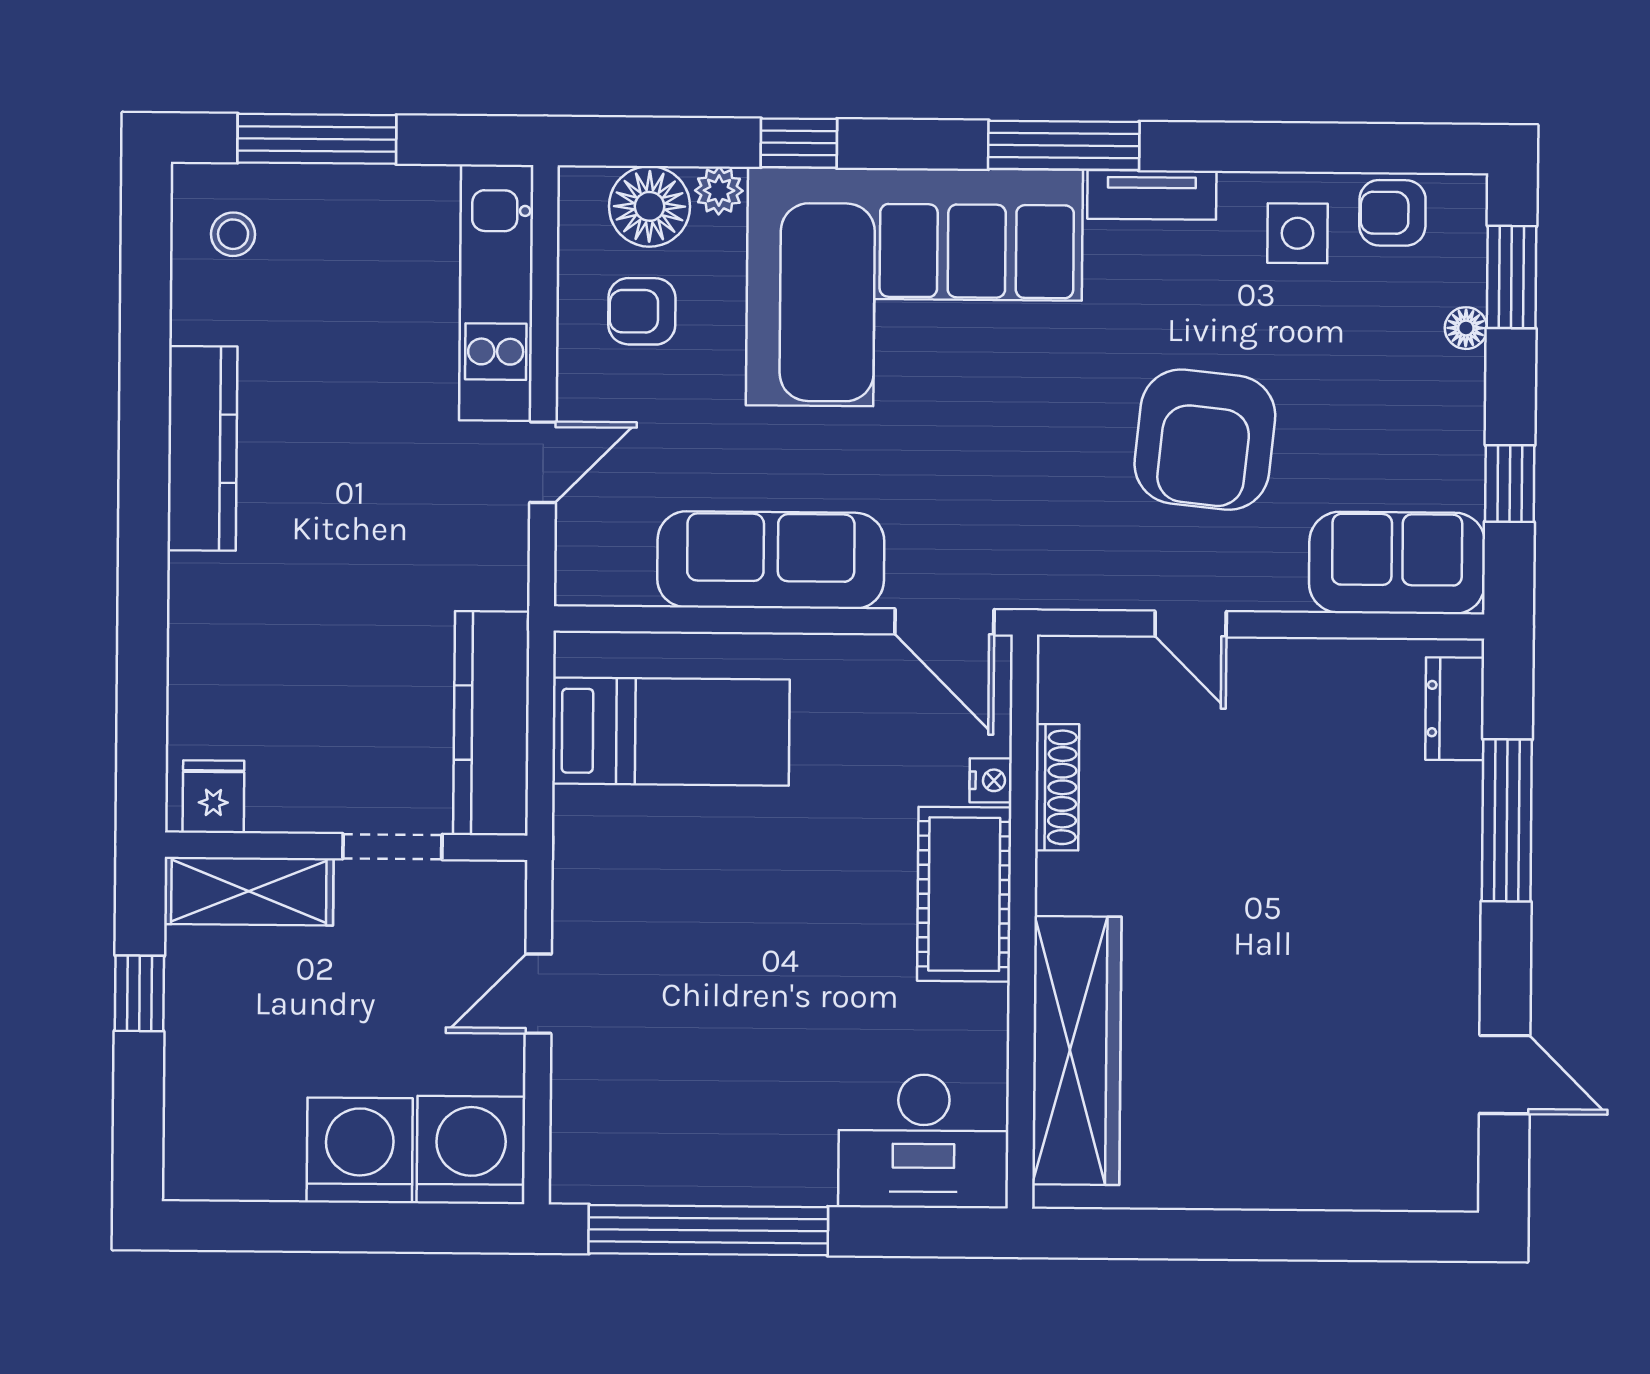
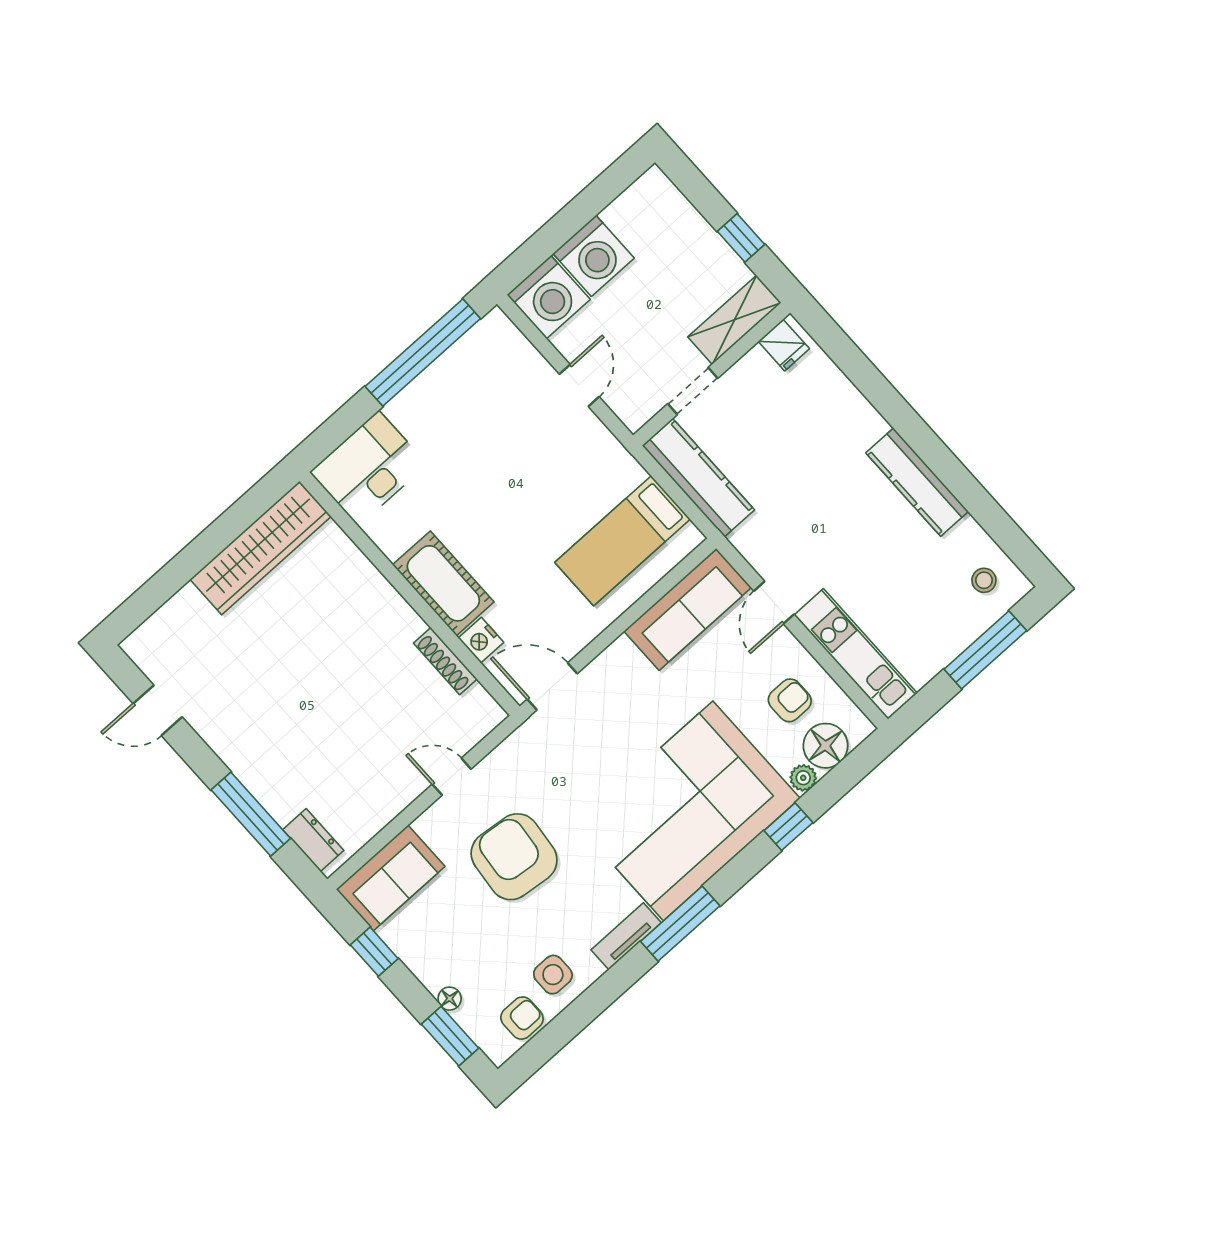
sofa: (771, 560) -> (688, 609), moved
nightstand: (991, 780) -> (481, 640), width x1.39, depth x1.35
wardrobe: (1077, 1051) -> (261, 548), moved, turned -90

